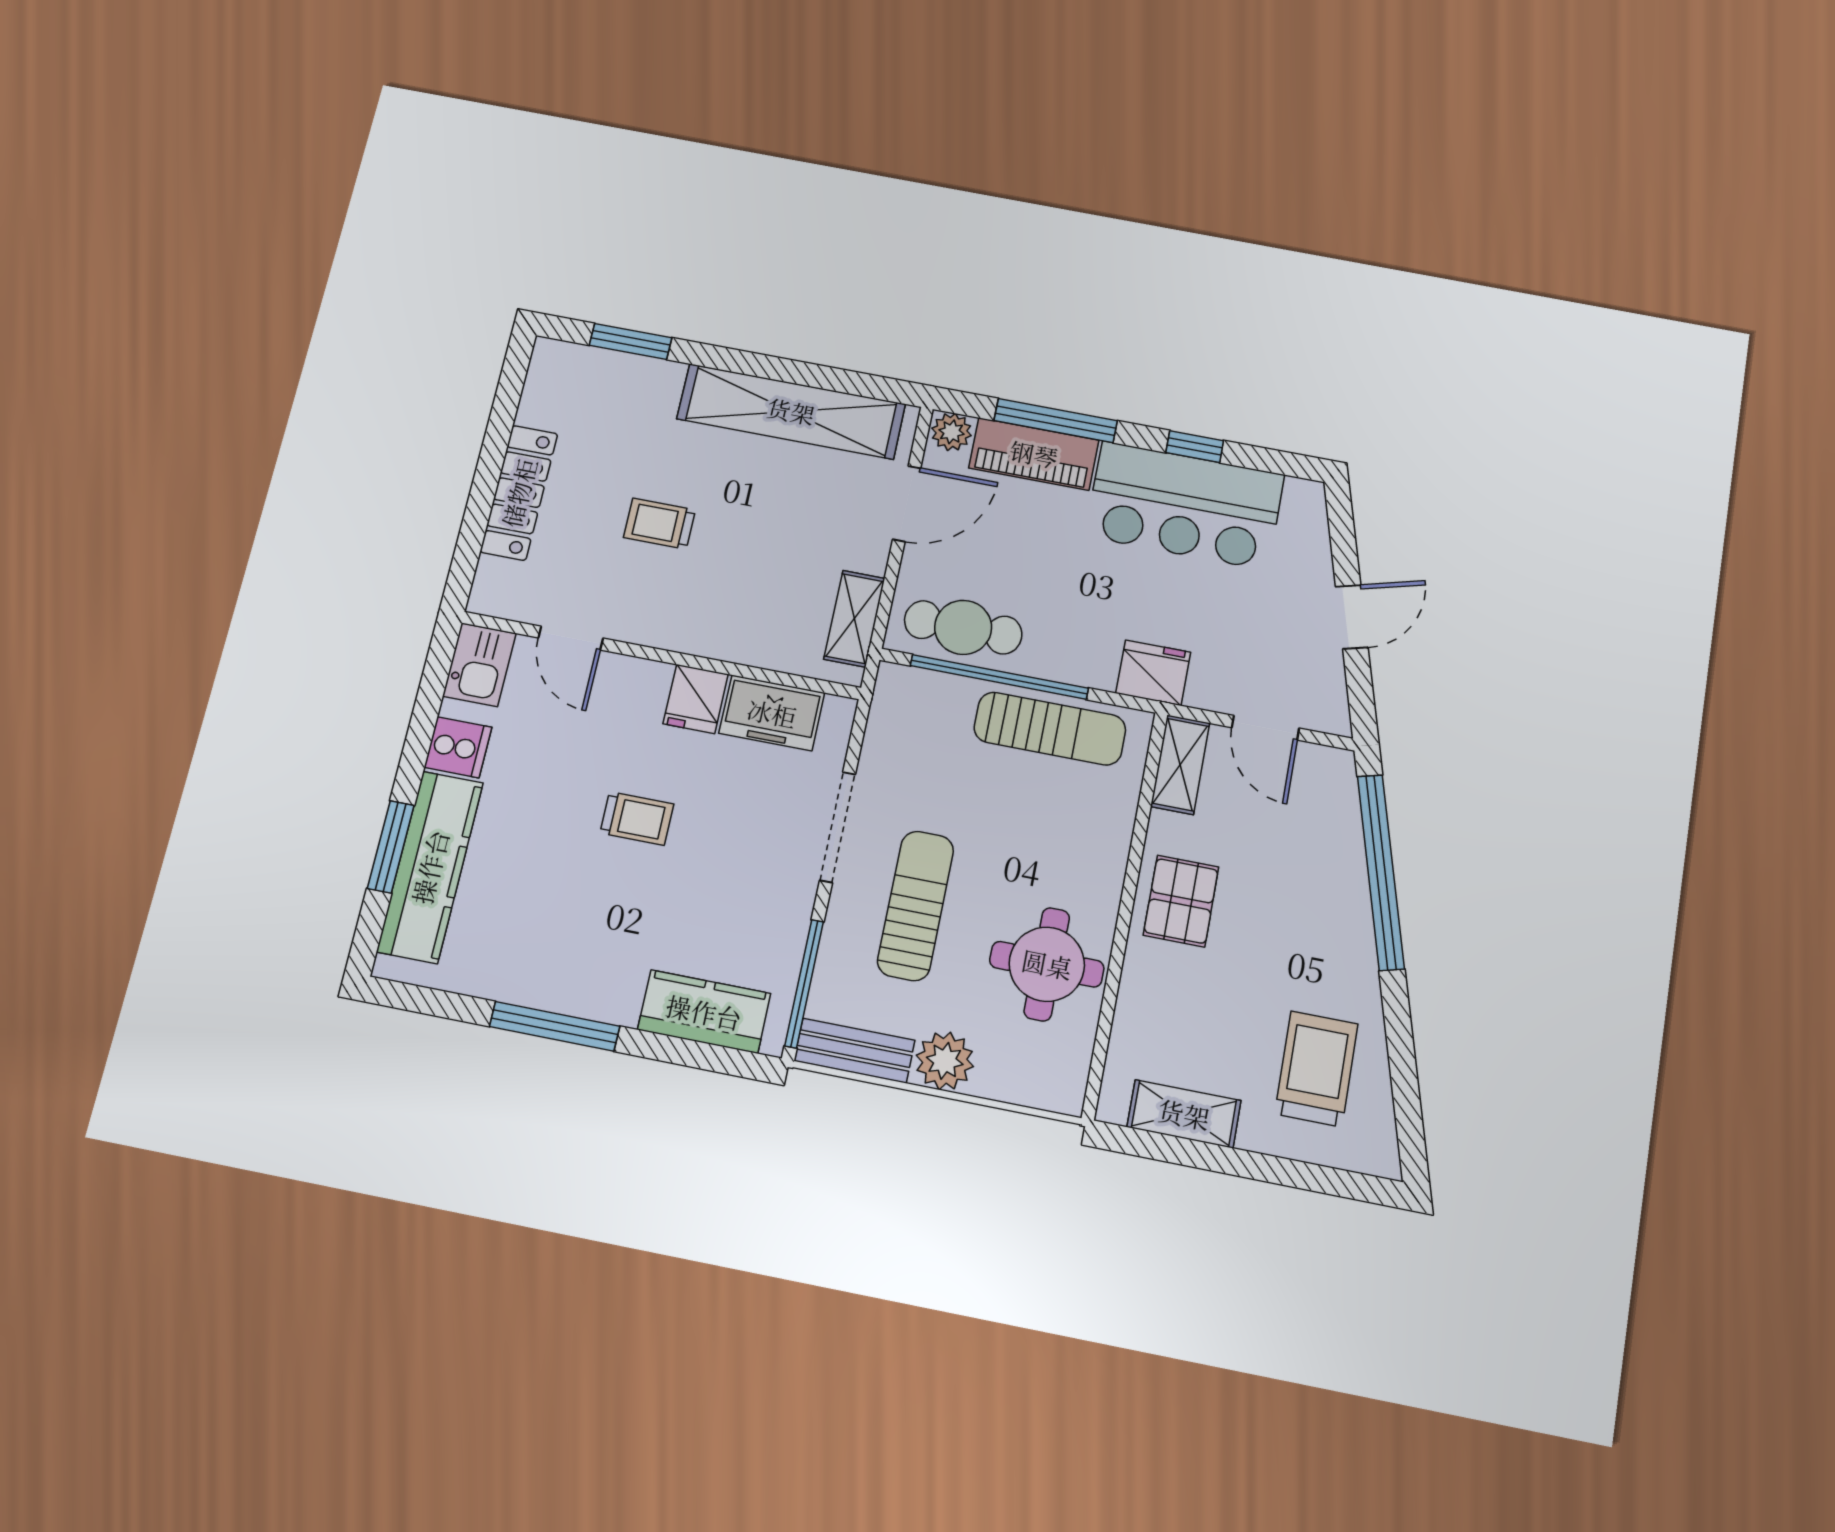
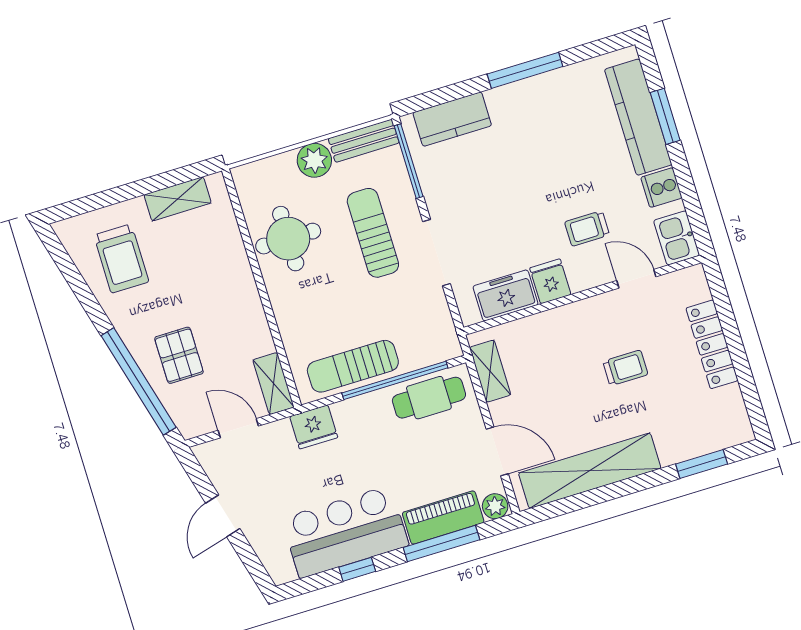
door: (907, 504) -> (497, 451), swing flipped
trolley: (637, 818) -> (587, 228), moved
pallet: (1181, 901) -> (179, 355), moved
sun lounger: (916, 906) -> (373, 233), turned 180

